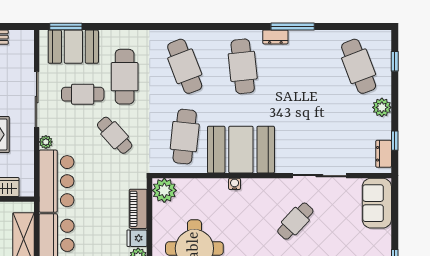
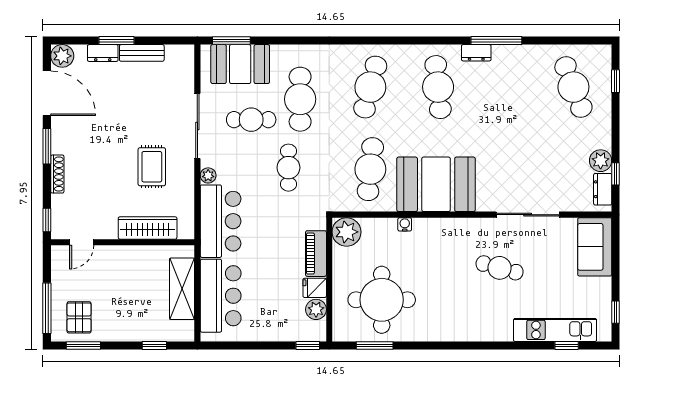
cafe table: (185, 66) -> (370, 87), turned 36
plant: (382, 107) -> (601, 161), moved
cafe table: (115, 135) -> (288, 168), turned 42
water cooler: (235, 184) -> (405, 224), moved
cafe table: (295, 221) -> (500, 268), turned 62

